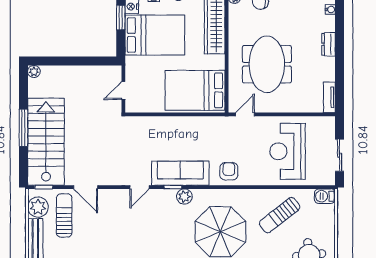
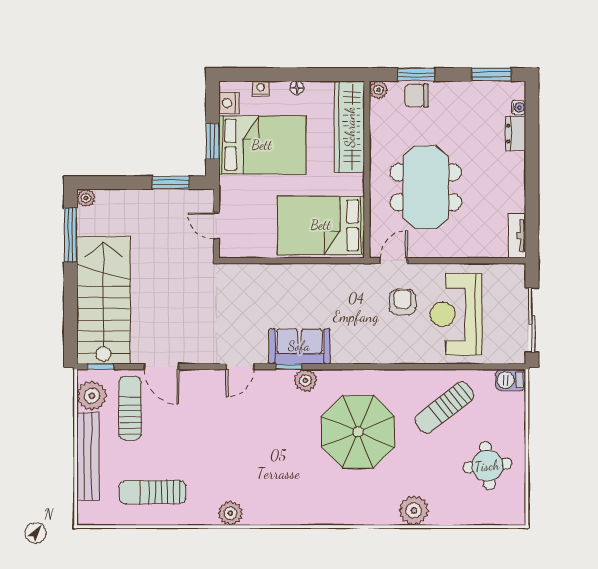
window: (121, 18) -> (213, 141), moved
dresser: (329, 44) -> (516, 134), moved
window: (92, 61) -> (171, 183), added
door: (123, 91) -> (216, 226), hinge flipped
window: (23, 128) -> (71, 235), moved
sliding door: (340, 155) -> (532, 320), width x1.37
armchair: (229, 171) -> (403, 302), moved
sofa: (180, 173) -> (299, 346), width x0.73

